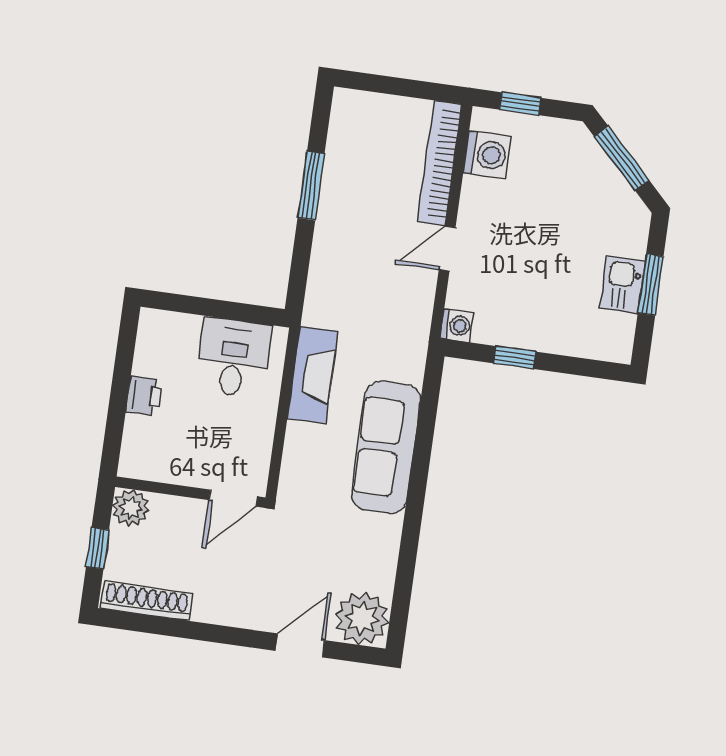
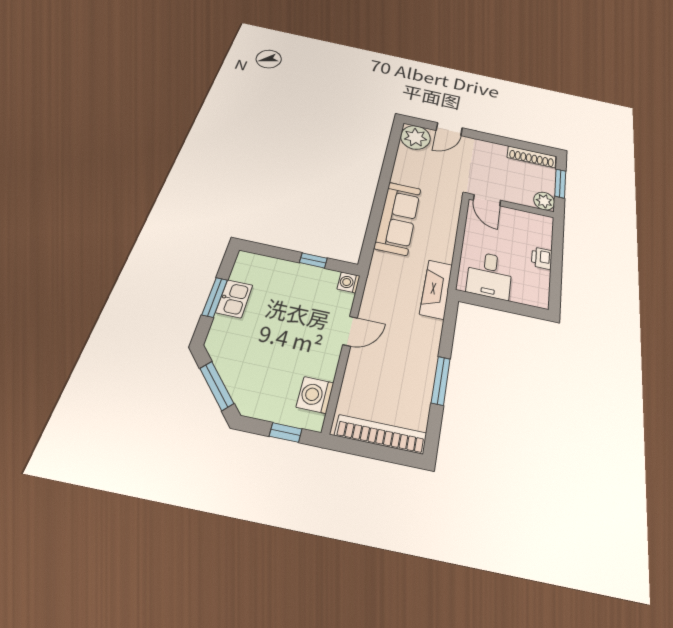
bookcase: (440, 163) -> (381, 434), moved, turned -90
fireplace: (313, 375) -> (436, 289), moved
door: (233, 498) -> (487, 200), swing flipped
window: (98, 548) -> (560, 184), width x1.50

